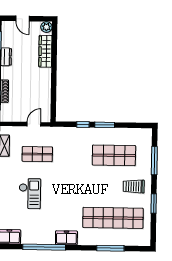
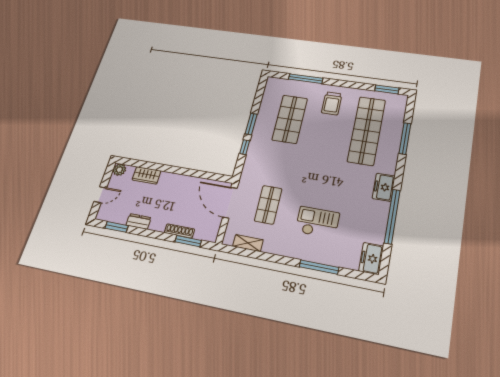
wardrobe: (45, 51) -> (147, 175), width x0.67
door: (34, 124) -> (230, 203), width x1.87
window: (154, 204) -> (387, 89), moved

